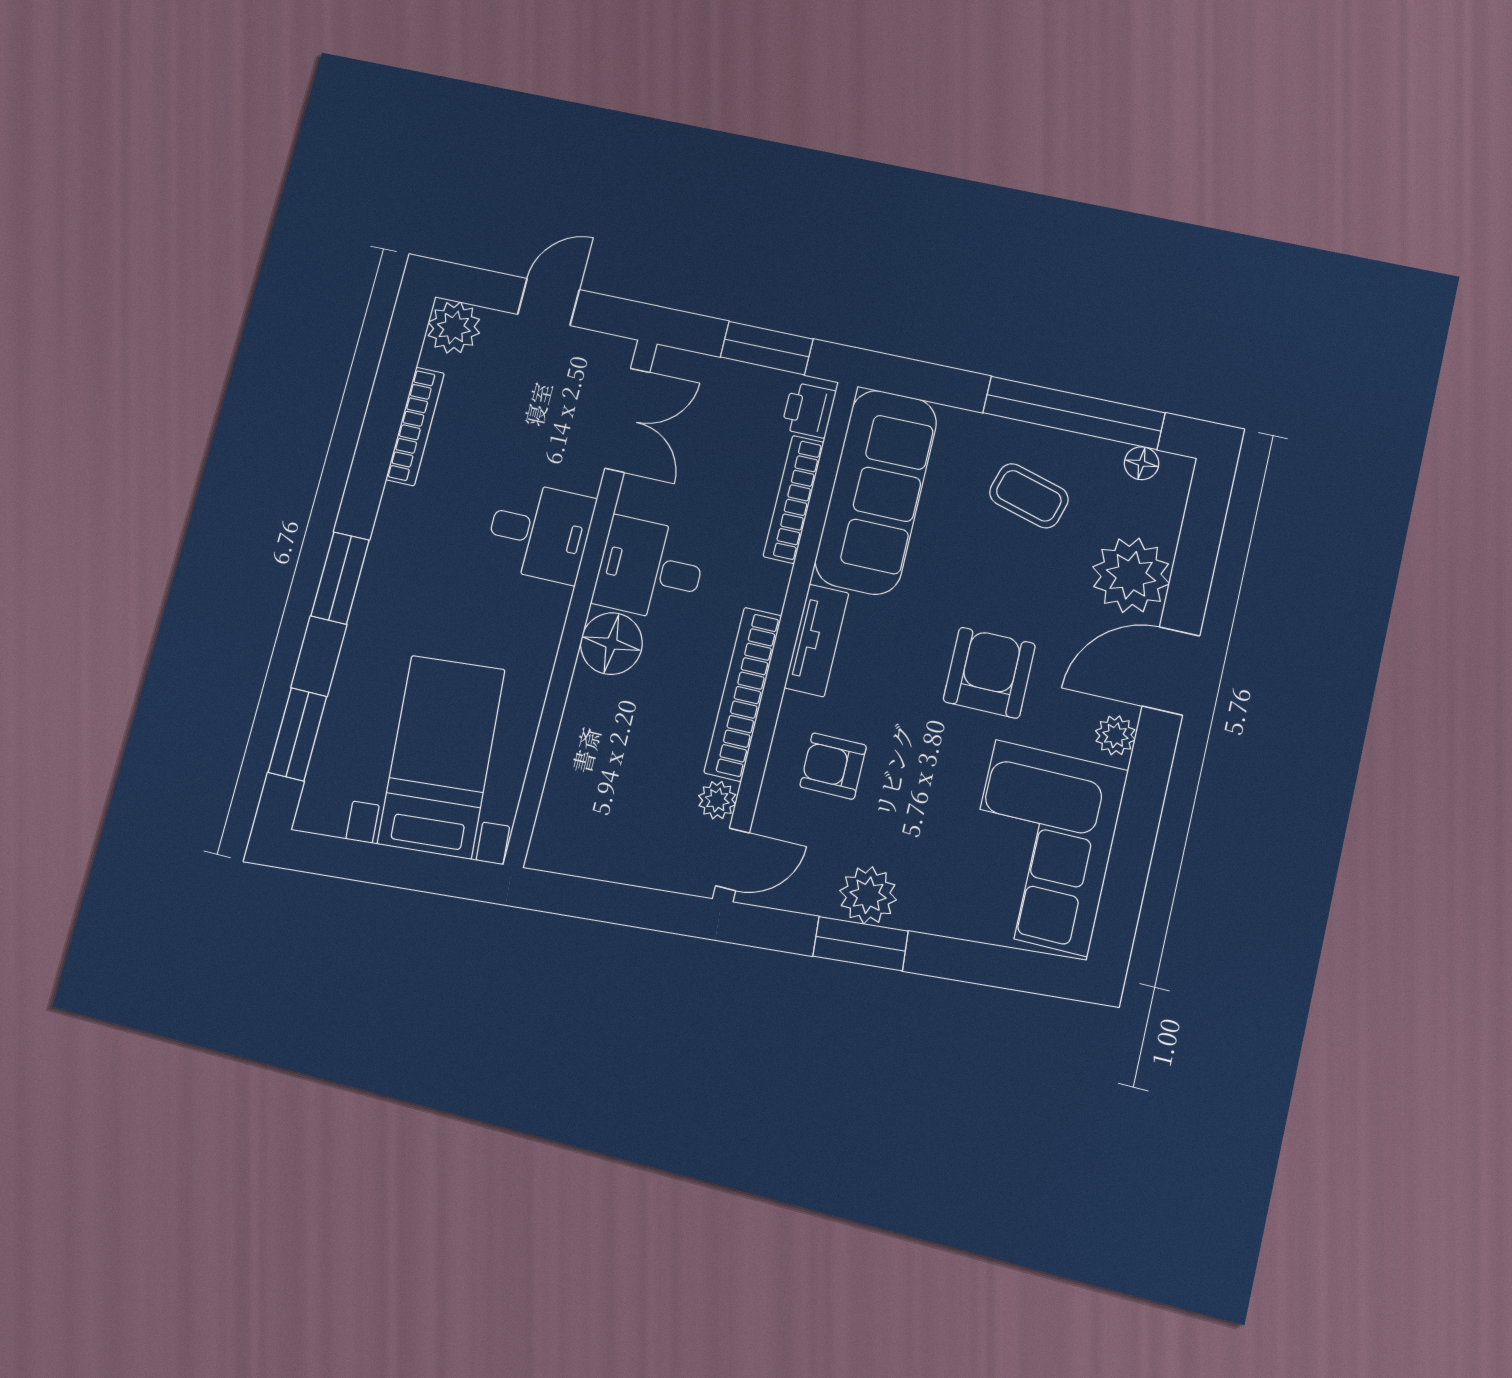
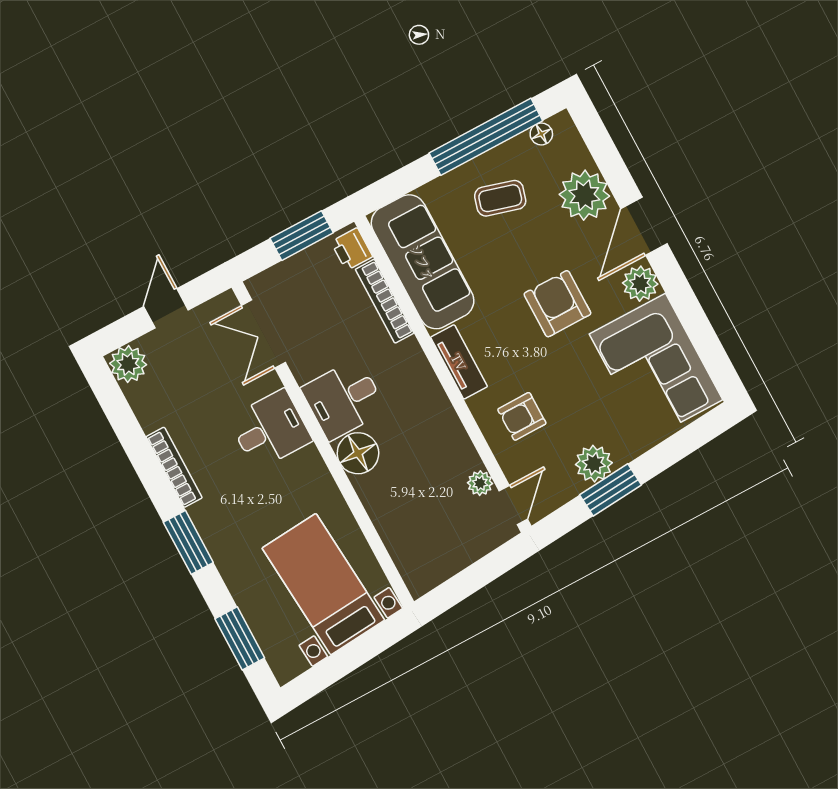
double door: (627, 420) -> (263, 334), swing flipped
bookcase: (415, 426) -> (174, 467), moved
bookcase: (743, 694) -> (446, 420), removed
plant: (1115, 735) -> (640, 284), width x1.38, depth x1.38

